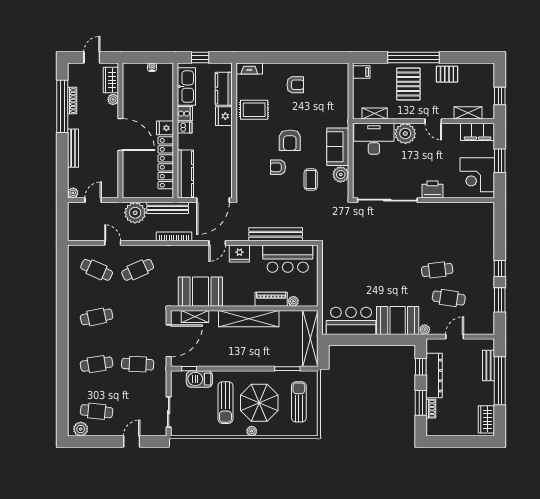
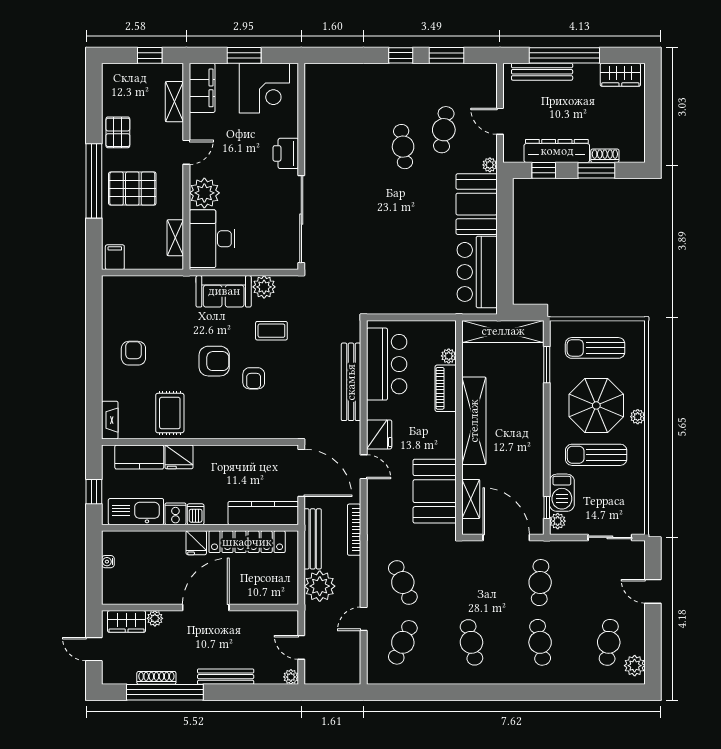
bench: (489, 365) -> (542, 72), width x1.36
plant: (180, 376) -> (558, 521), added
sun lounger: (225, 403) -> (596, 455), turned 180

